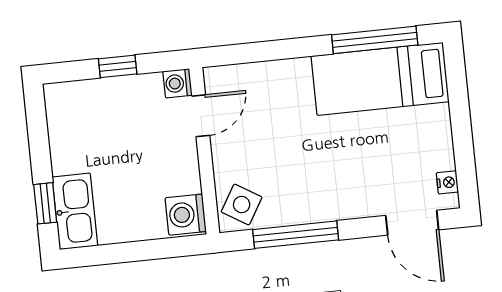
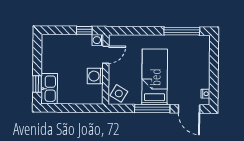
window: (118, 66) -> (84, 30), moved
bed: (380, 79) -> (155, 77), moved, turned 90
washing machine: (186, 215) -> (95, 76), moved
window: (296, 235) -> (152, 109), moved

